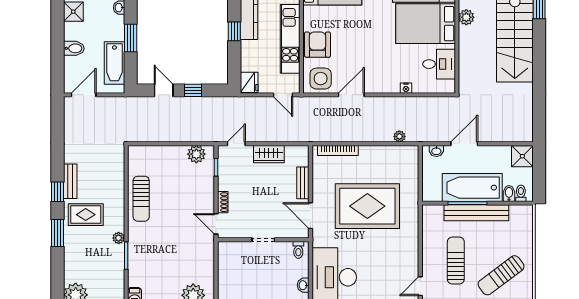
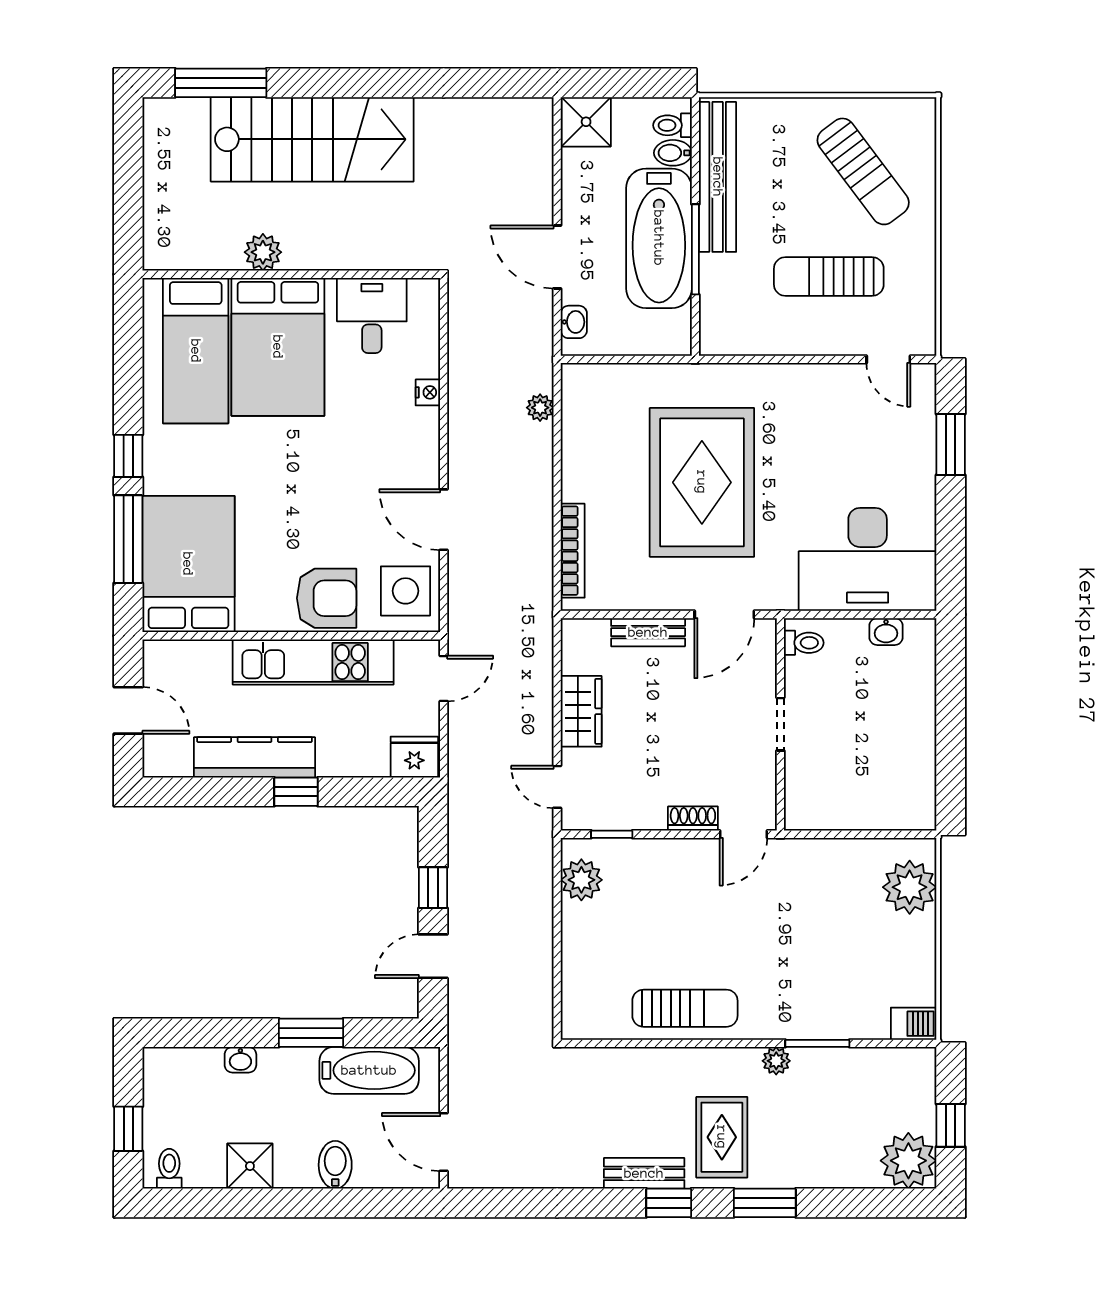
armchair: (317, 45) -> (327, 598), turned 180
bench: (476, 213) -> (718, 177), moved

